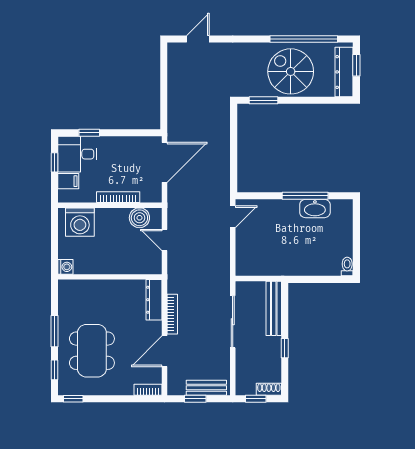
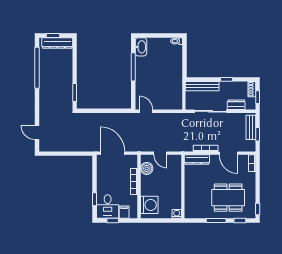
spiral stairs: (291, 71) -> (57, 76), removed
washbasin: (315, 208) -> (141, 47), moved
door: (165, 240) -> (160, 153), hinge flipped
dresser: (243, 364) -> (236, 105), added

